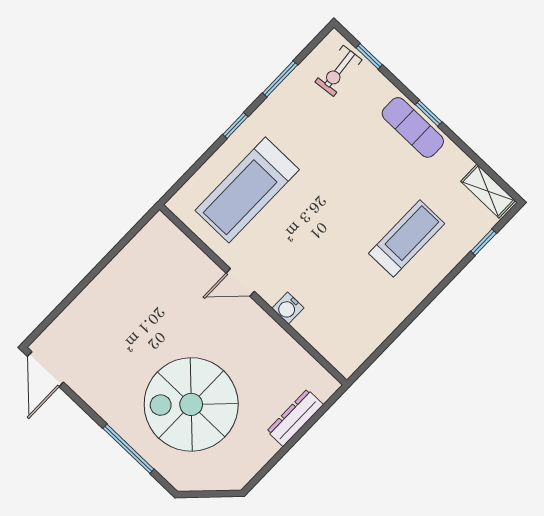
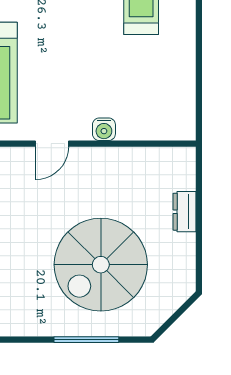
dresser: (295, 418) -> (184, 212), width x0.70

